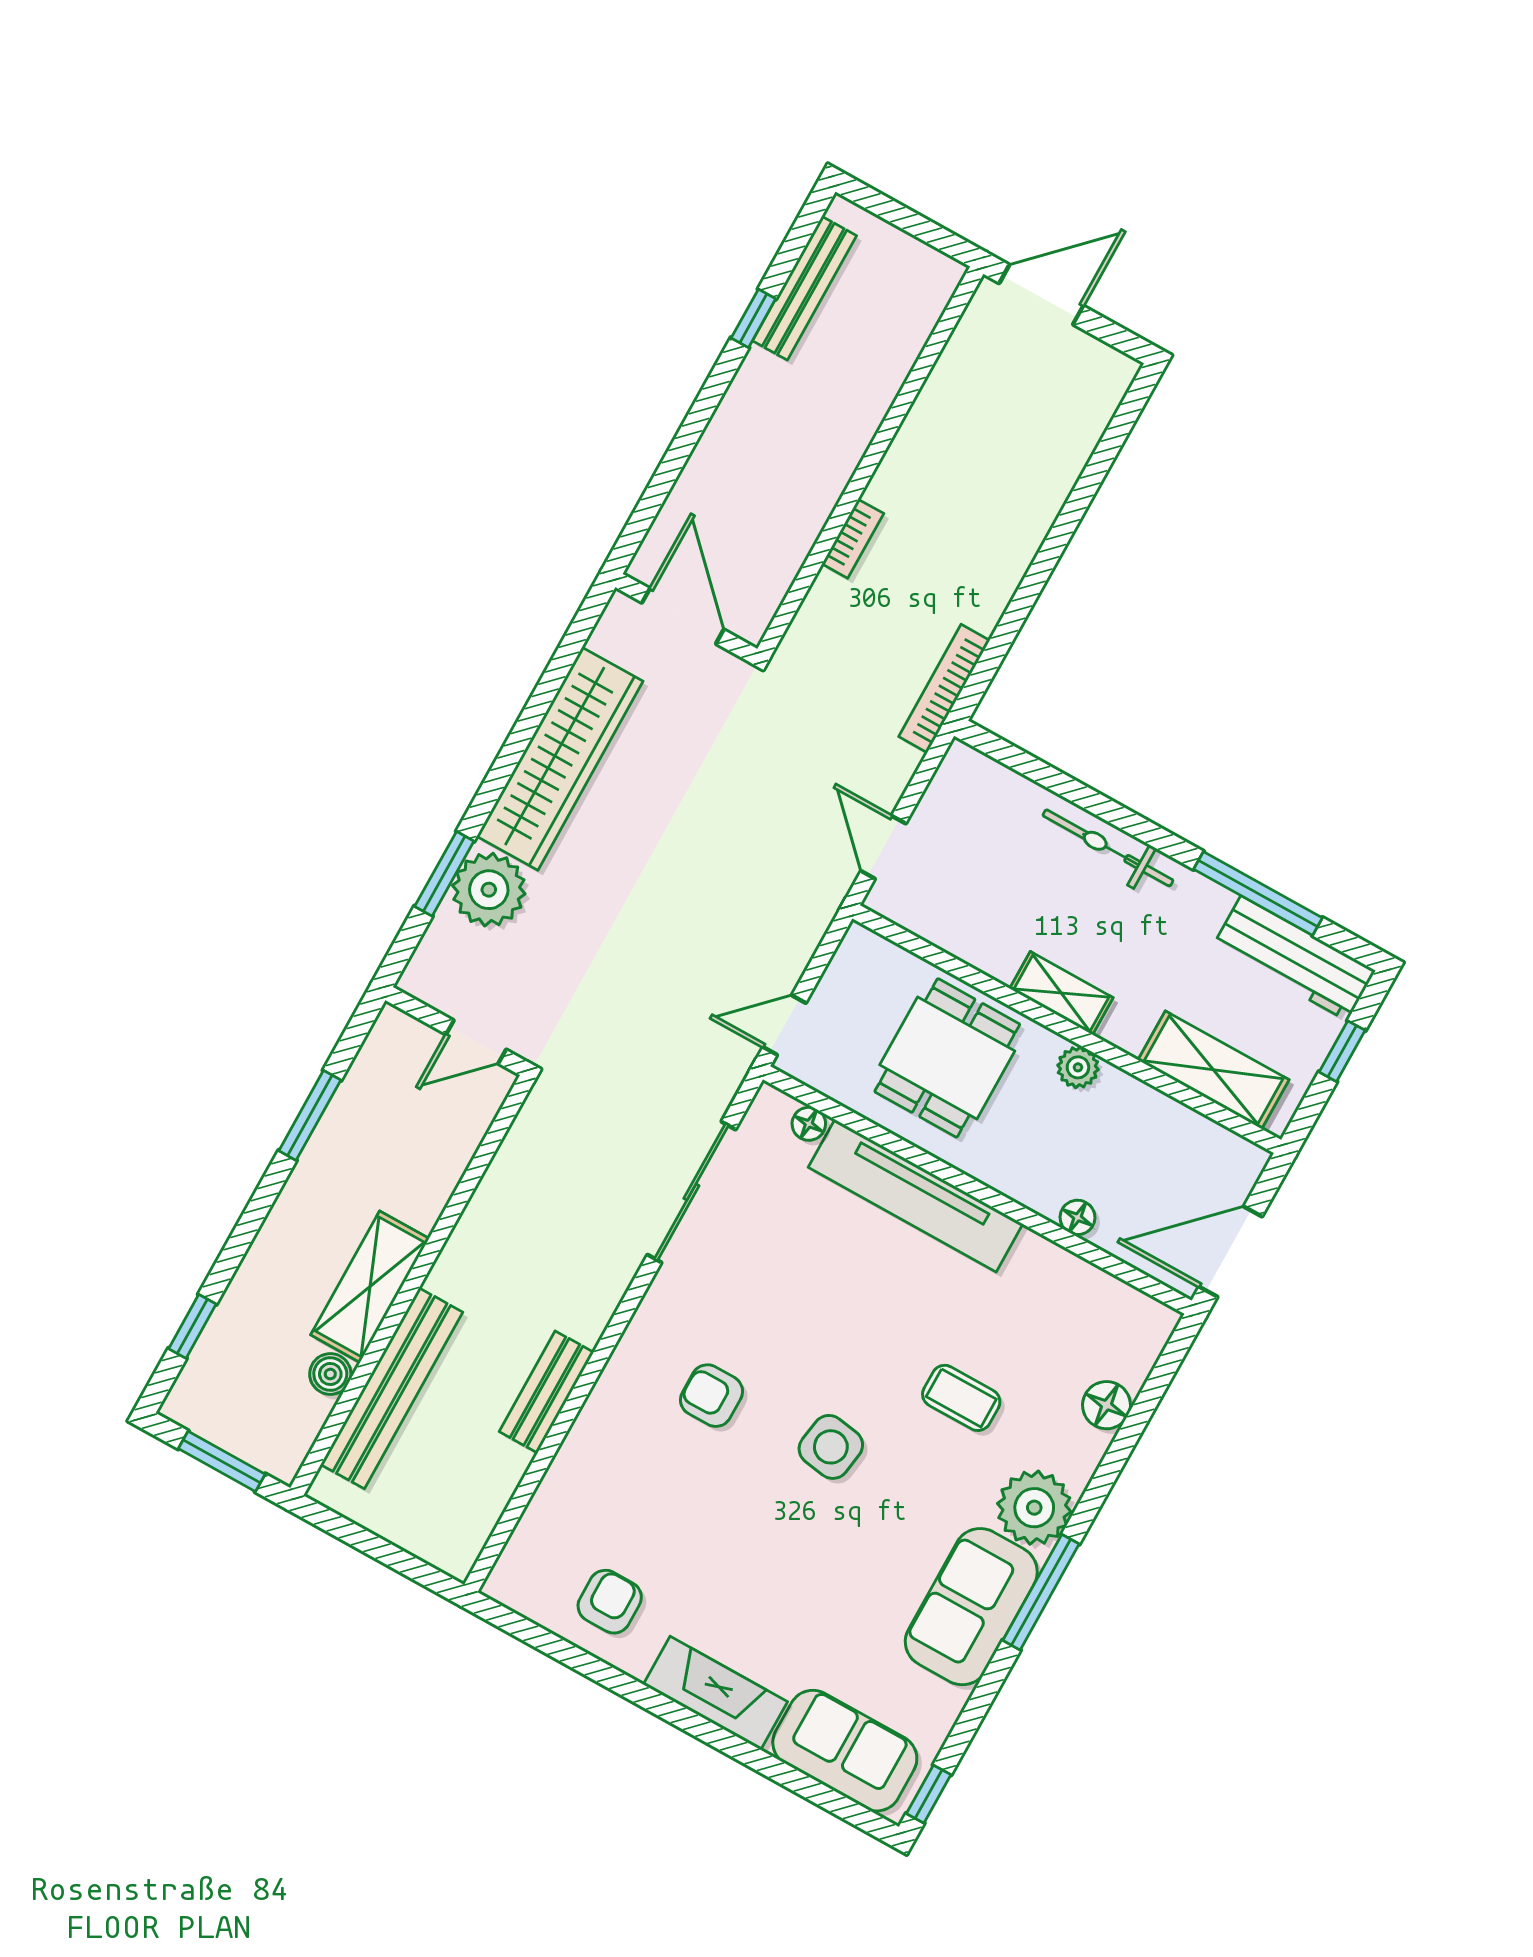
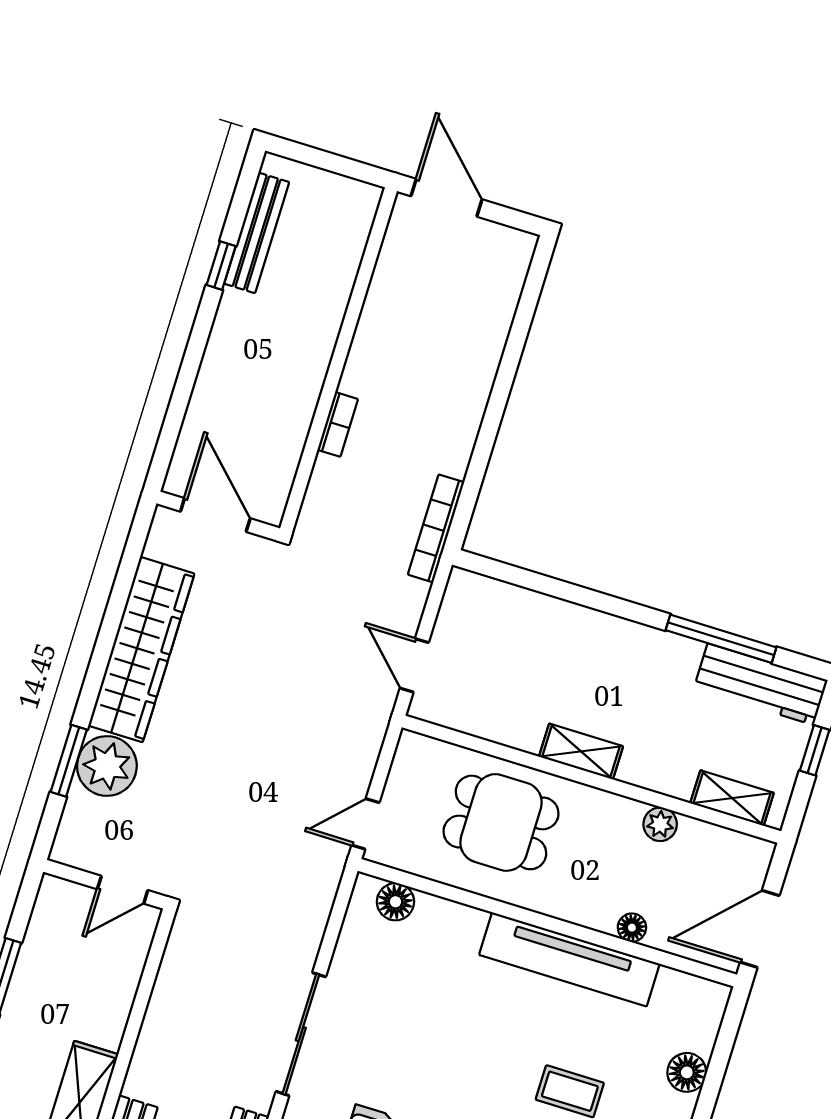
door: (1041, 294) -> (446, 198), hinge flipped
bicycle: (1108, 848) -> (594, 628), removed
dining table: (947, 1058) -> (501, 822), turned 90
plant: (1078, 1067) -> (660, 824), moved
shelving: (1214, 1070) -> (732, 798), width x0.67, depth x0.75
floor lamp: (809, 1124) -> (395, 902), width x1.37, depth x1.37
sliding door: (691, 1192) -> (301, 1034), moved
tv unit: (915, 1196) -> (569, 959), moved

